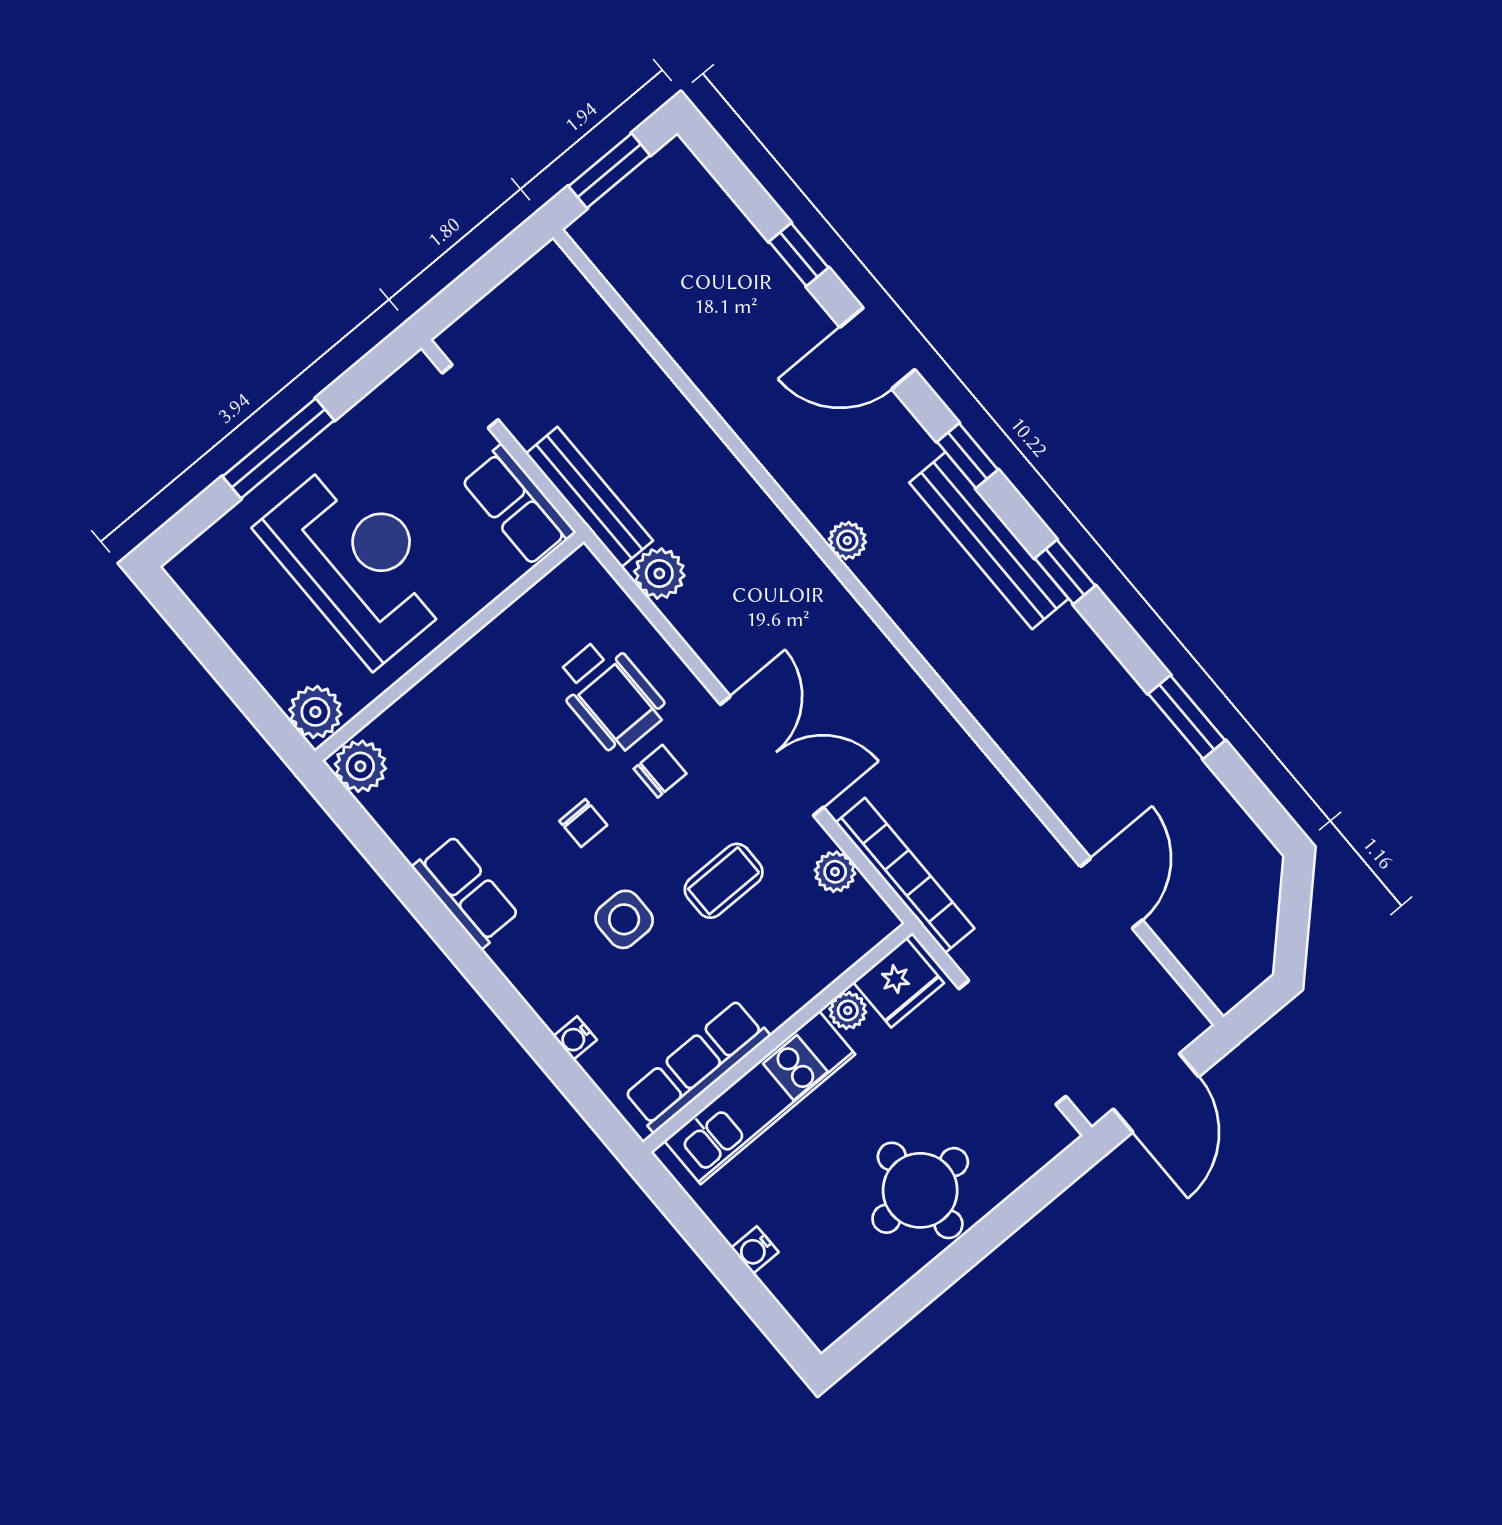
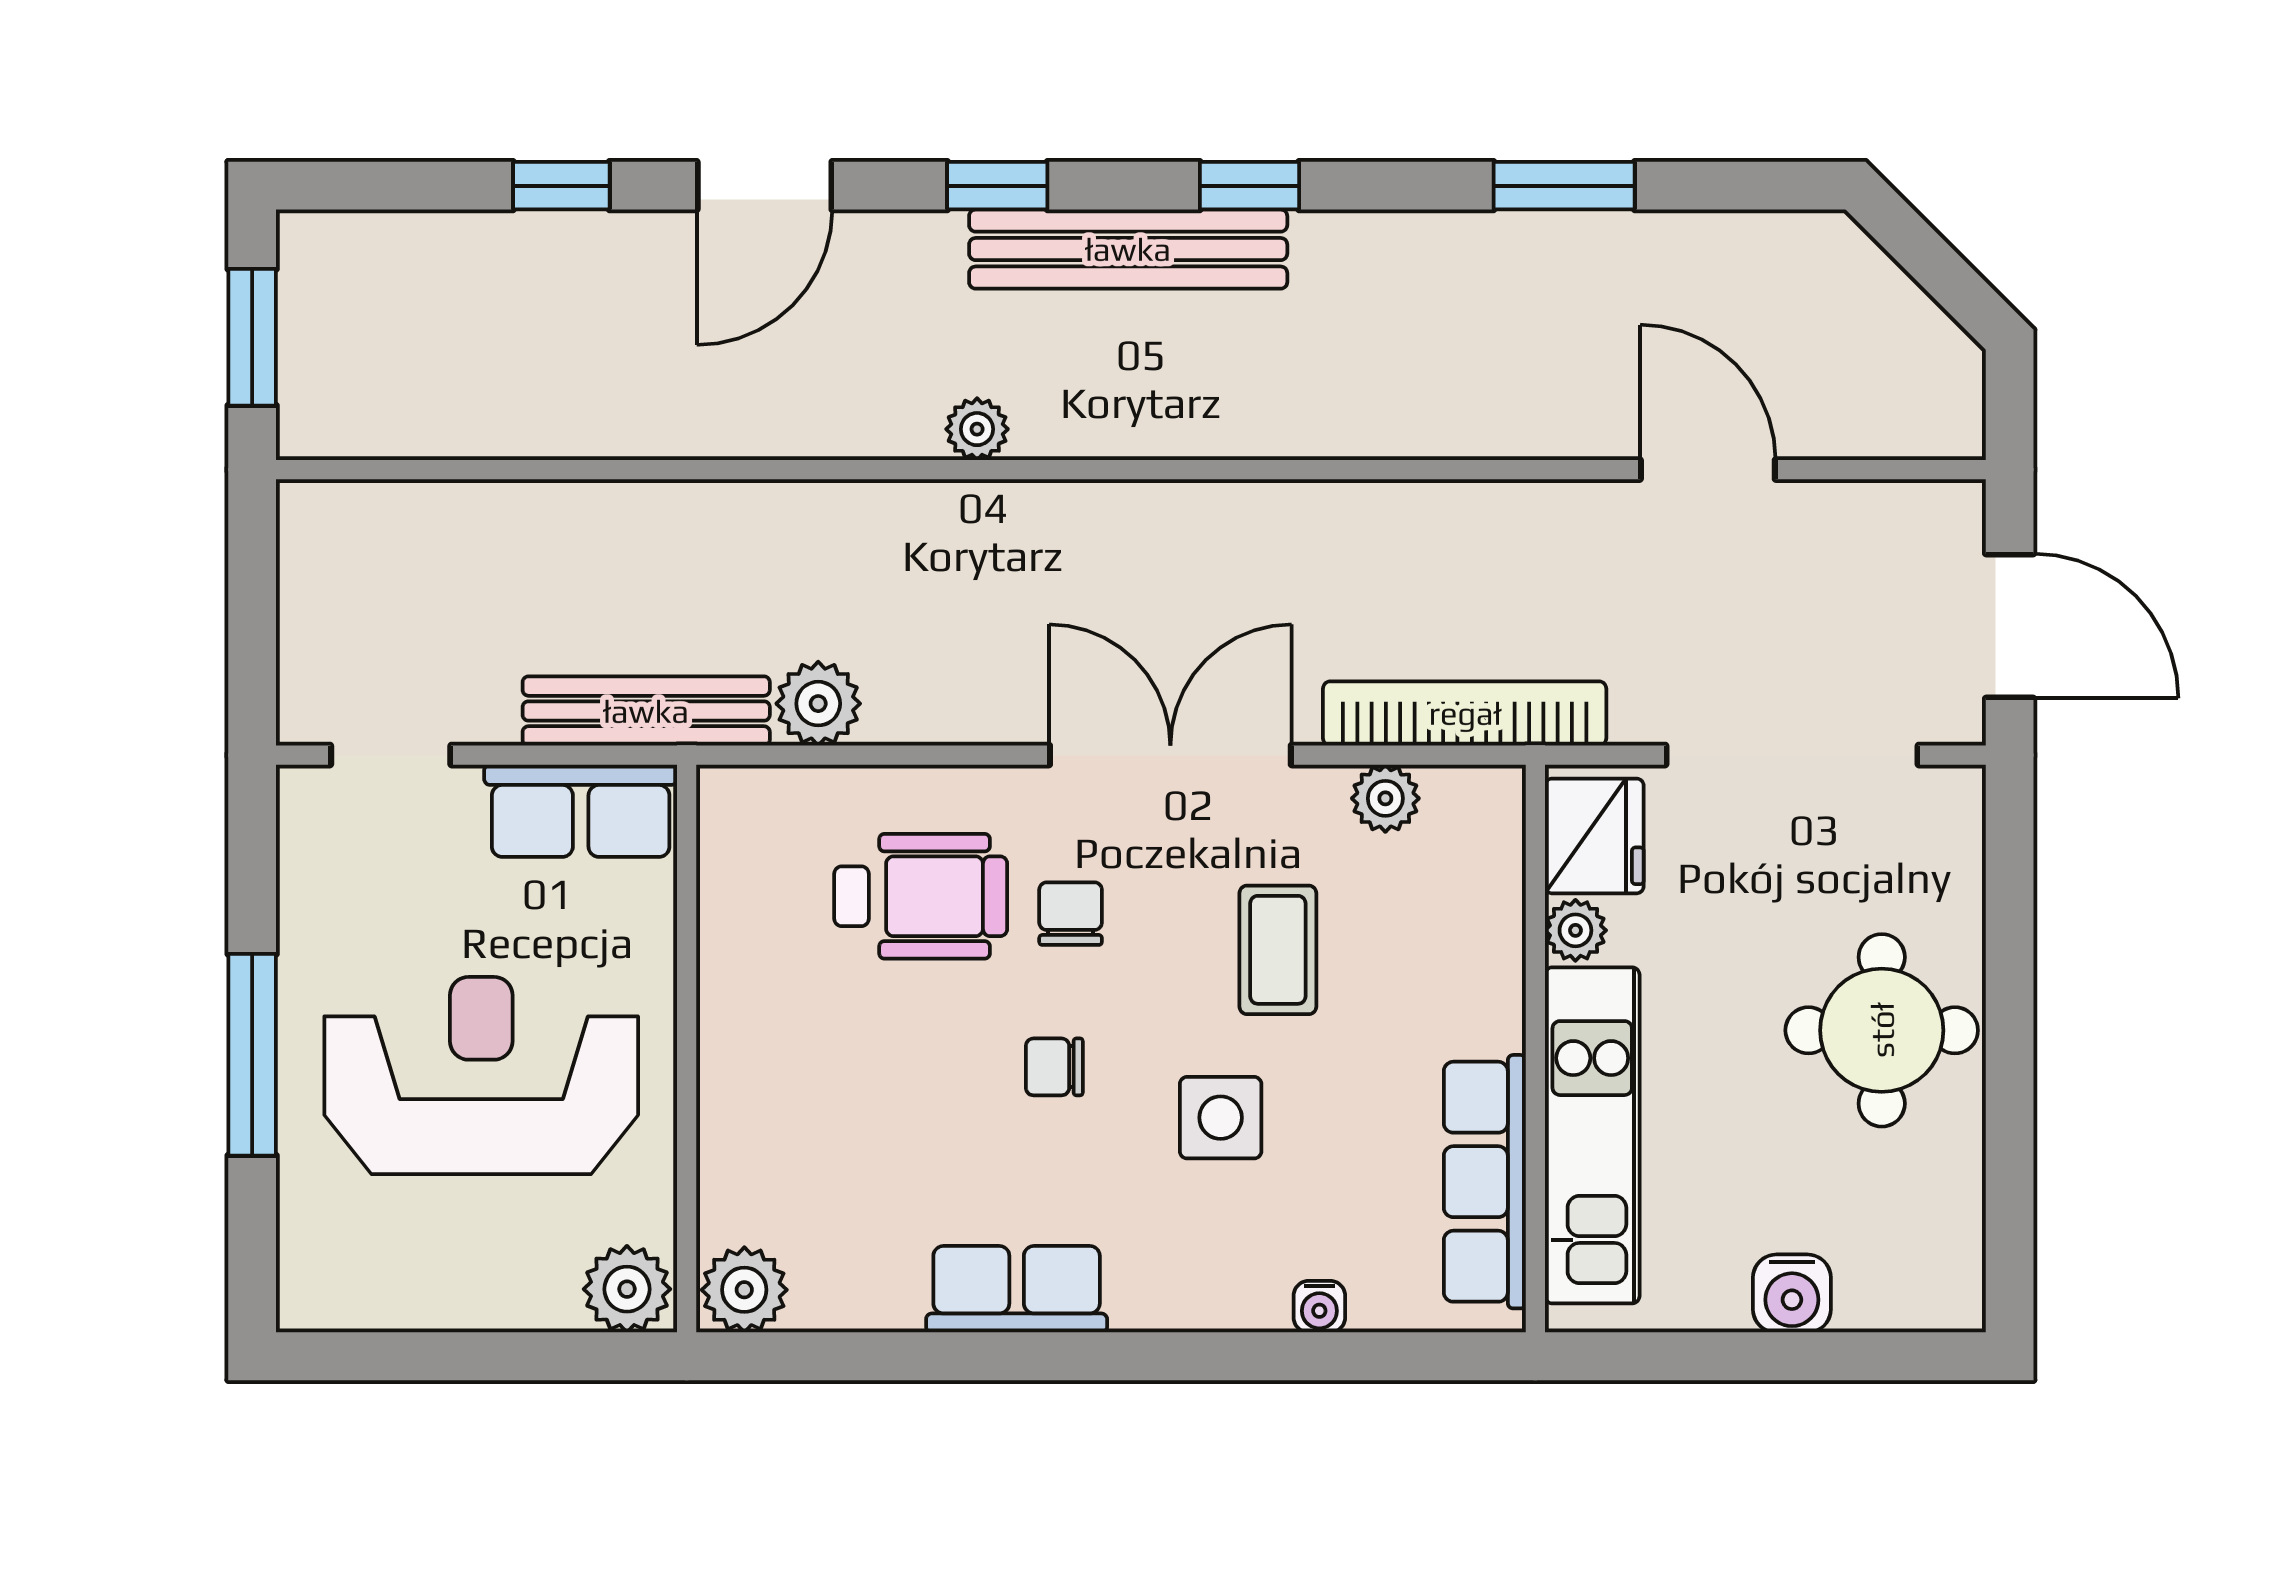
chair: (583, 823) -> (1054, 1067), turned 180
water cooler: (755, 1250) -> (1792, 1293), width x1.38, depth x1.38

